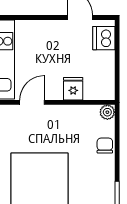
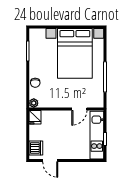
fridge: (73, 89) -> (35, 117), moved

